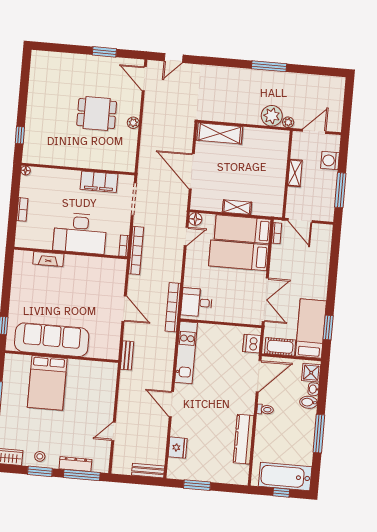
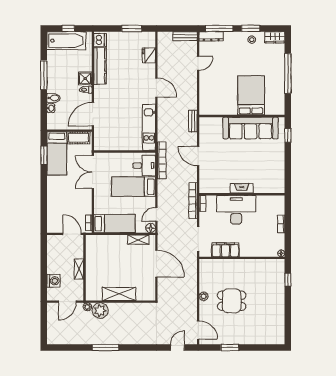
shelving: (220, 133) -> (119, 294), moved
window: (340, 190) -> (44, 259), removed
shelving: (237, 207) -> (138, 240), moved
bed: (239, 255) -> (134, 187), moved, turned 180
fireplace: (48, 259) -> (242, 188), moved
dishwasher: (252, 344) -> (100, 40), moved
shower: (311, 373) -> (85, 78), moved
dresser: (75, 464) -> (211, 36), moved
bench: (148, 471) -> (185, 36), moved

